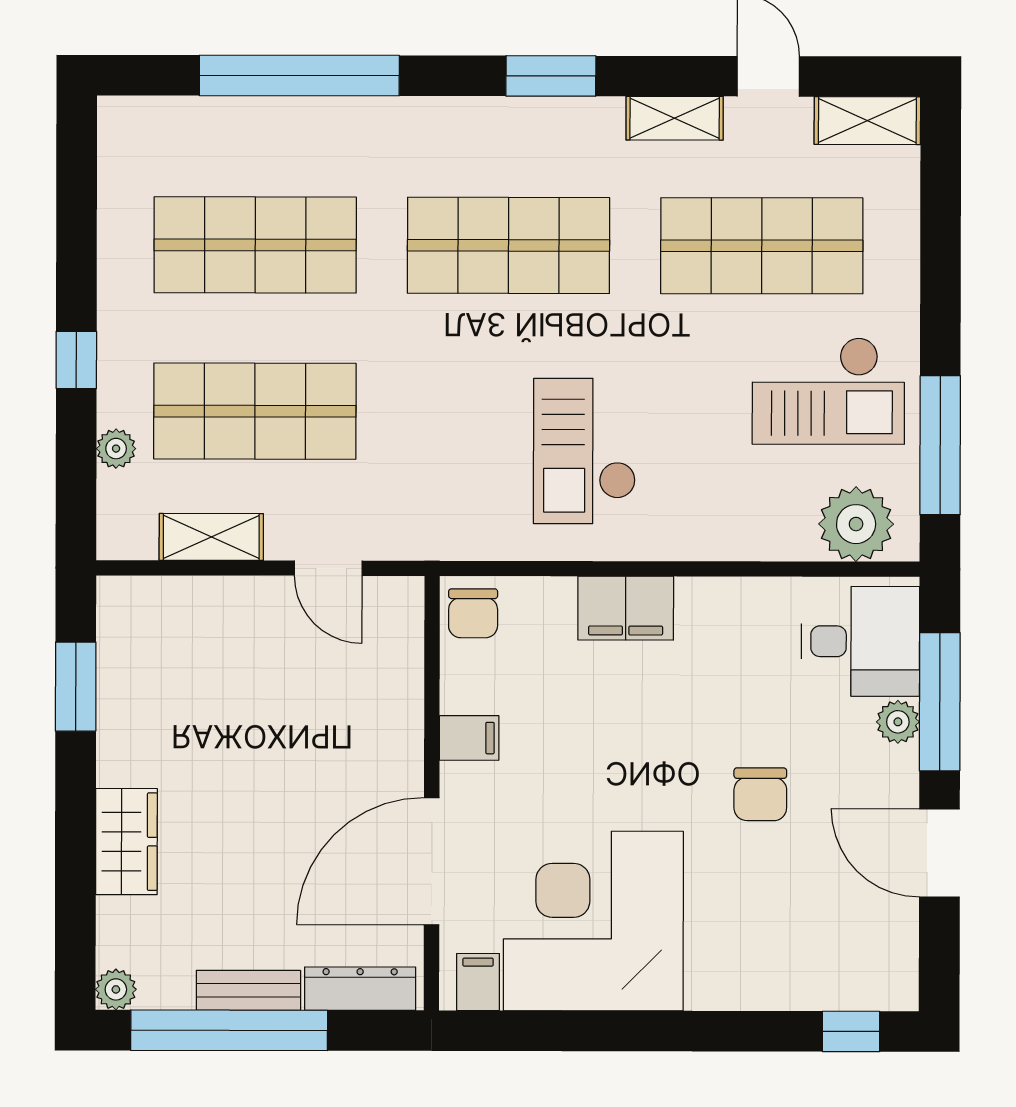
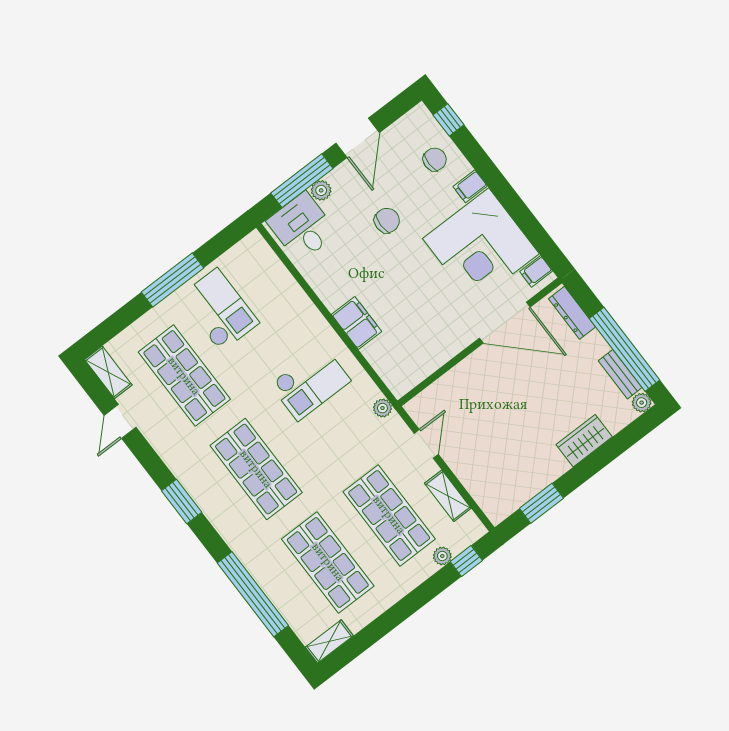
shelving: (675, 118) -> (329, 641), moved, turned 90
window: (76, 360) -> (466, 561), moved
window: (940, 445) -> (173, 280), moved
plant: (856, 524) -> (382, 408), moved, width x0.53, depth x0.53
chair: (473, 613) -> (435, 159), moved
filing cabinet: (469, 738) -> (470, 186), moved, turned -90
bench: (248, 990) -> (620, 374), moved

